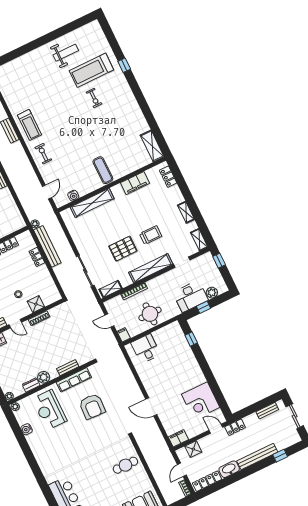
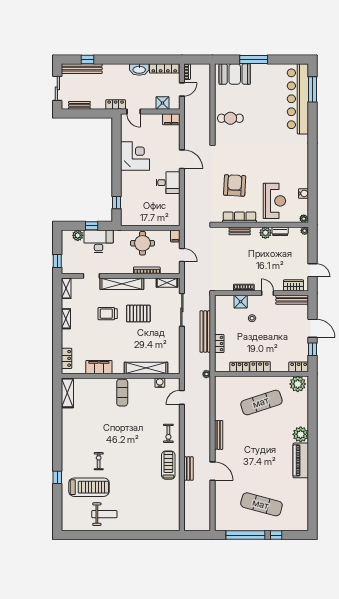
weight bench: (66, 53) -> (104, 514), turned 180
bench: (47, 246) -> (205, 332), moved
desk: (146, 349) -> (168, 183), moved, turned -90
corner desk: (201, 401) -> (135, 156), moved
bench: (257, 457) -> (82, 69), moved

